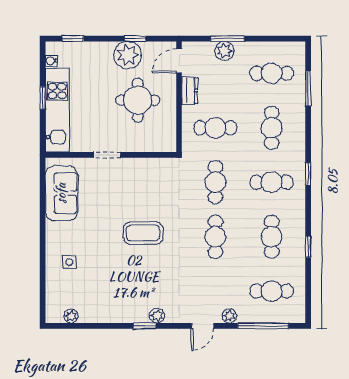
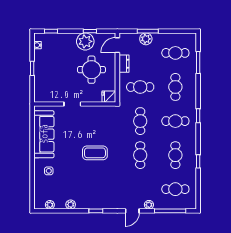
kitchen unit: (57, 110) -> (41, 76), removed
fridge: (165, 143) -> (109, 97), added
sofa: (61, 193) -> (44, 134), width x1.36
plant: (157, 316) -> (71, 205), moved

